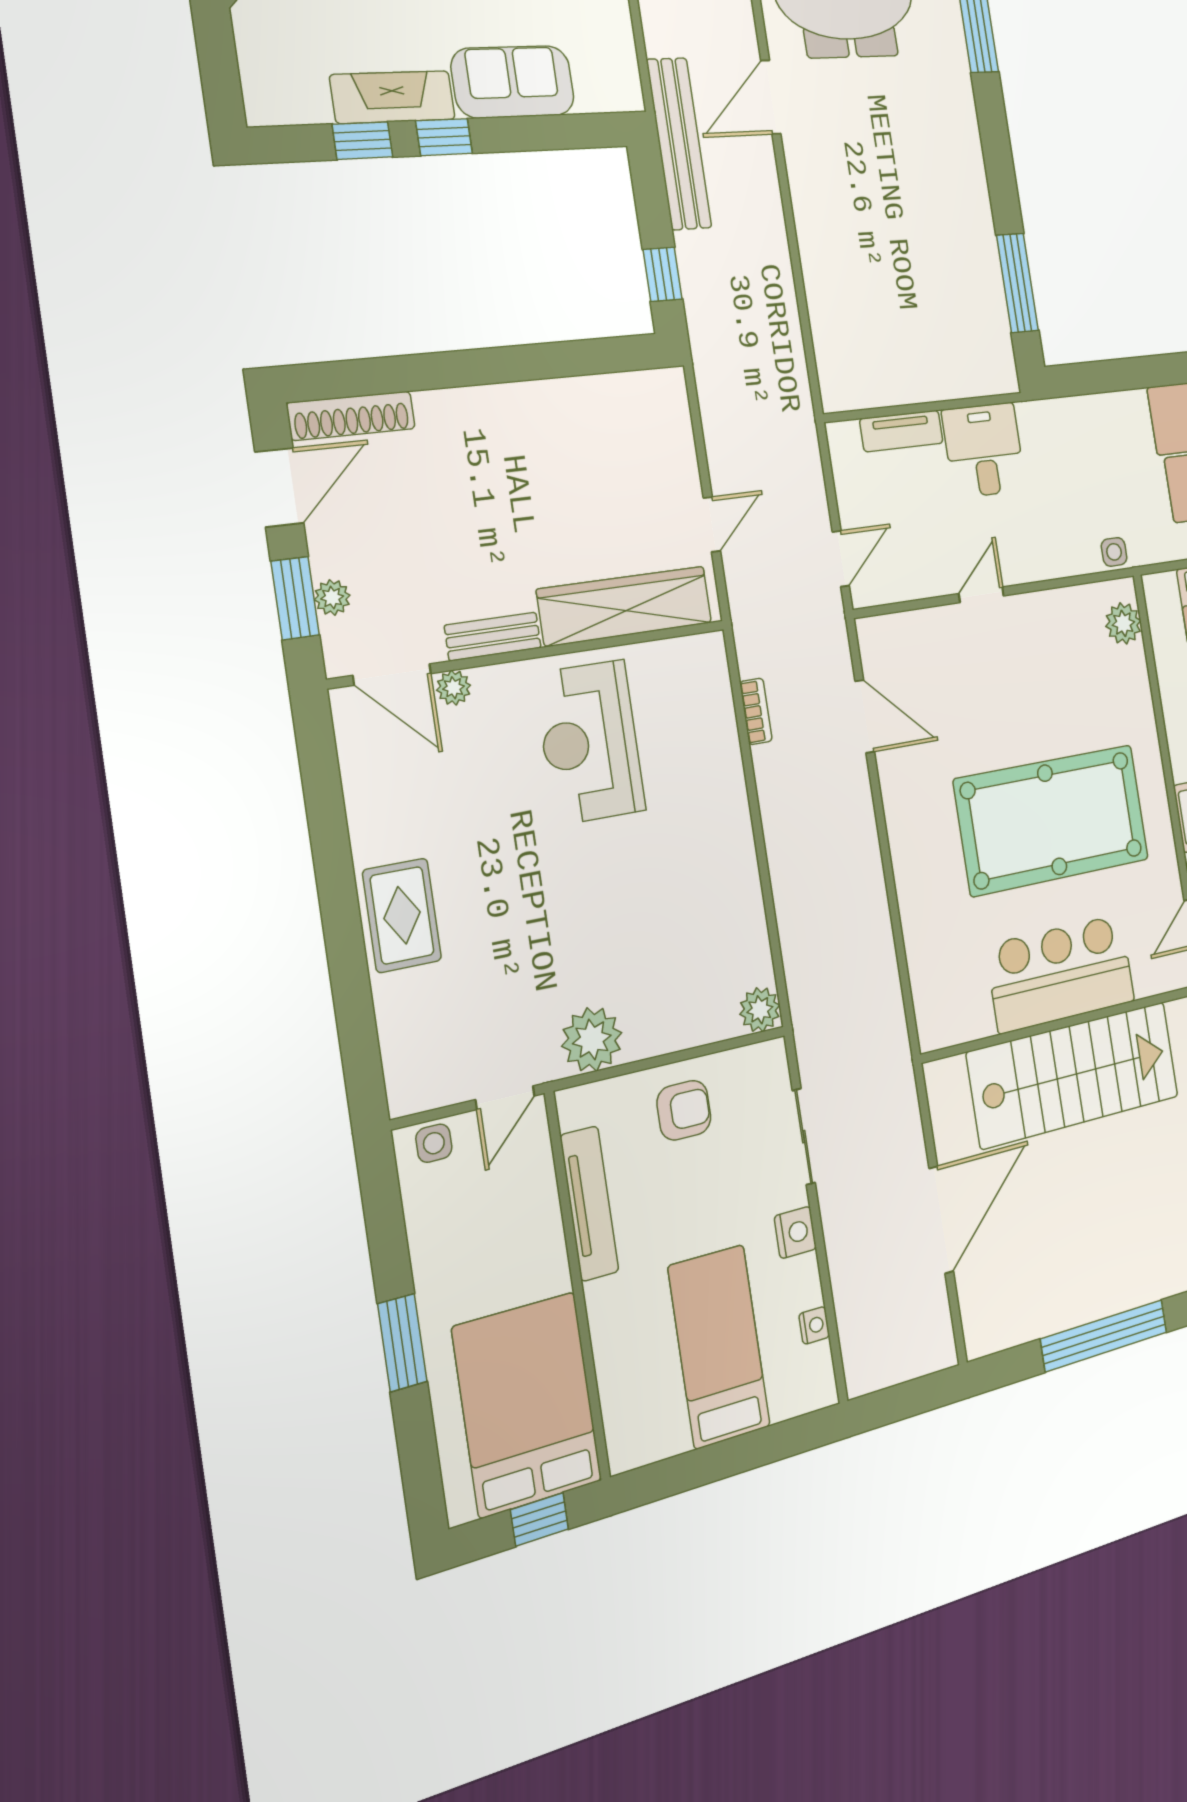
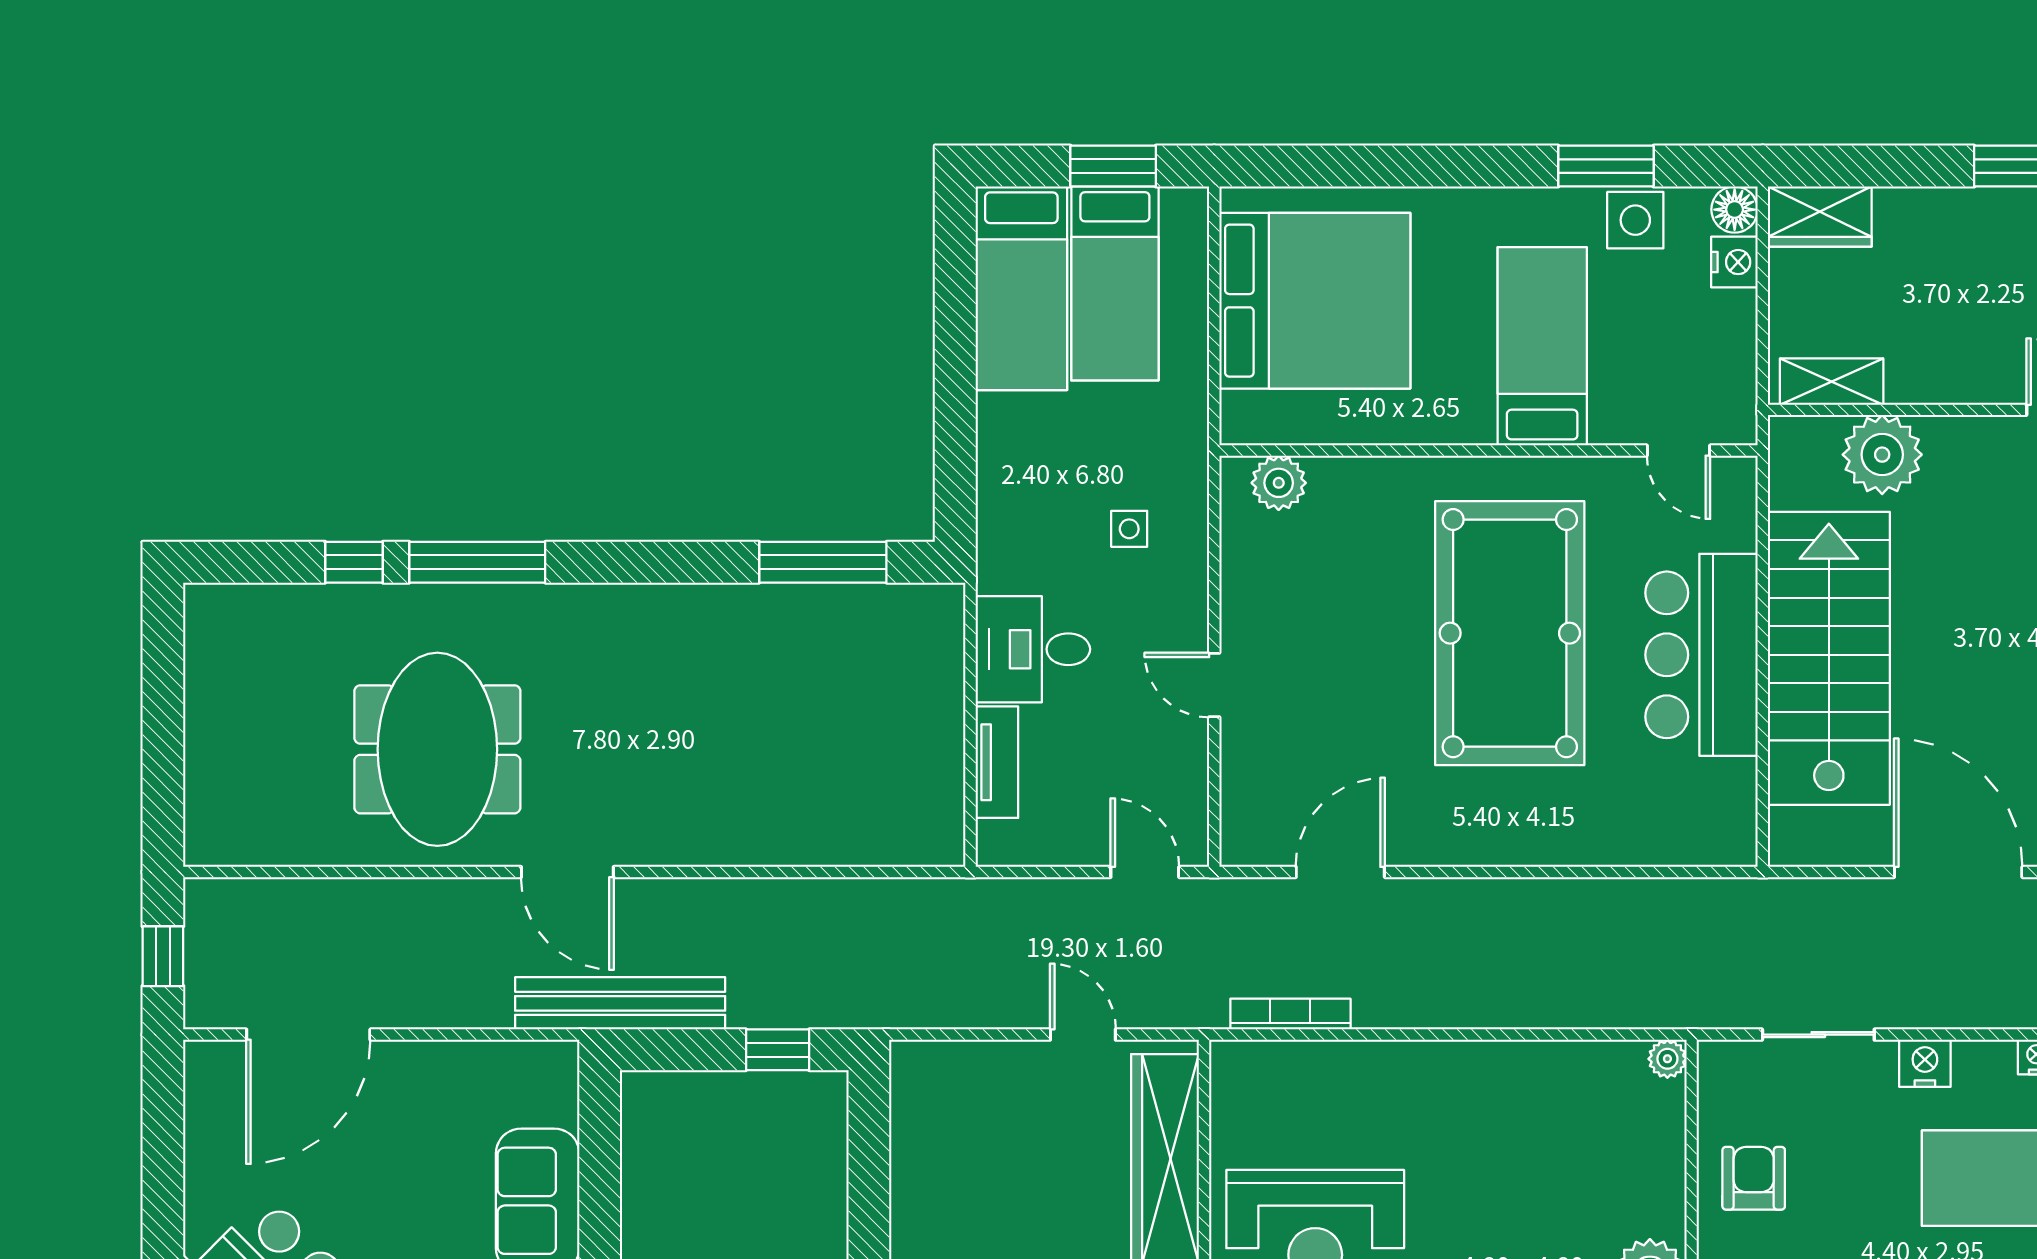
side table: (1114, 552) -> (1129, 529), moved
bookcase: (756, 711) -> (1290, 1014), width x1.56
plant: (760, 1010) -> (1667, 1059), width x0.73, depth x0.73

